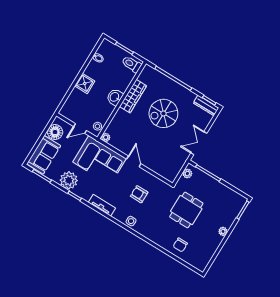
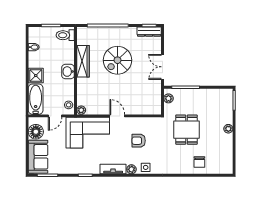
bathtub: (72, 104) -> (36, 99), added
plant: (69, 180) -> (131, 169), moved, width x0.53, depth x0.53

